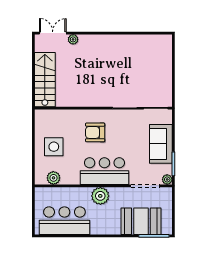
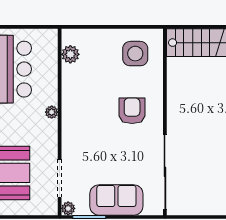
side table: (54, 147) -> (135, 54), moved
bar counter: (104, 171) -> (80, 123), removed
plant: (100, 196) -> (52, 112), width x0.53, depth x0.53

